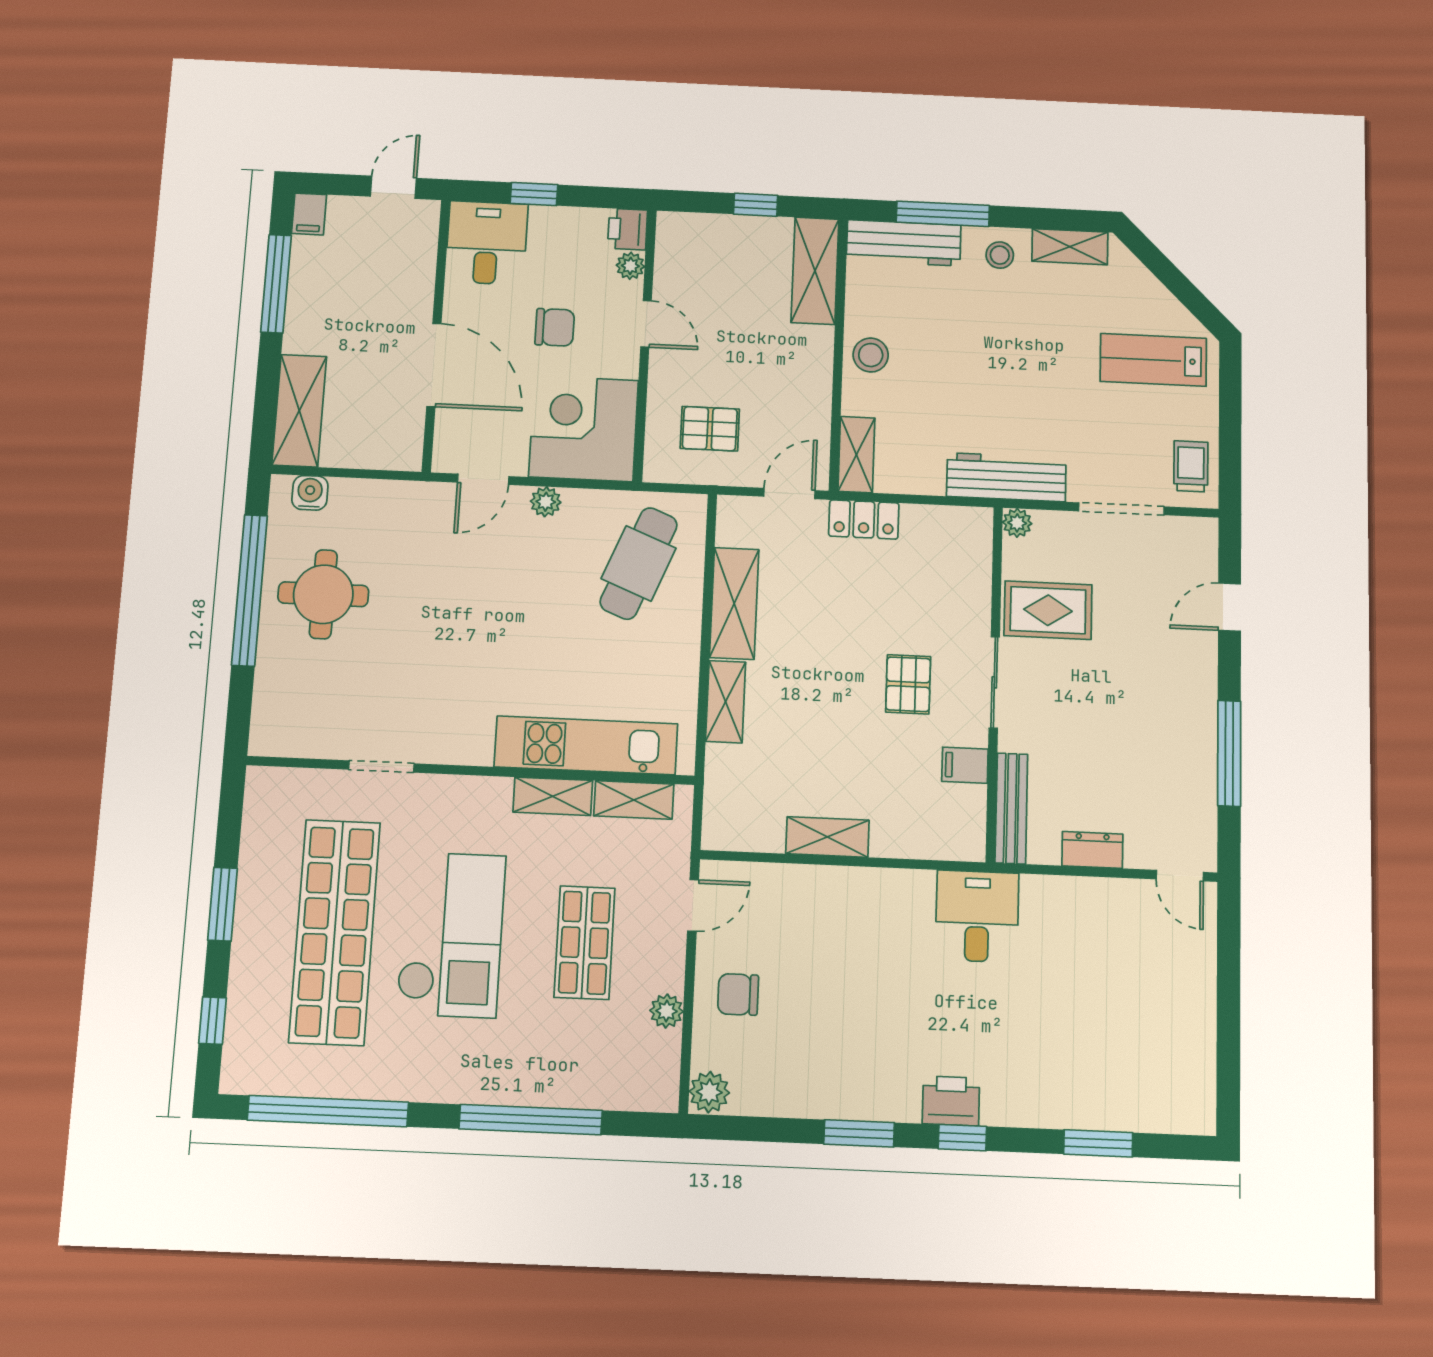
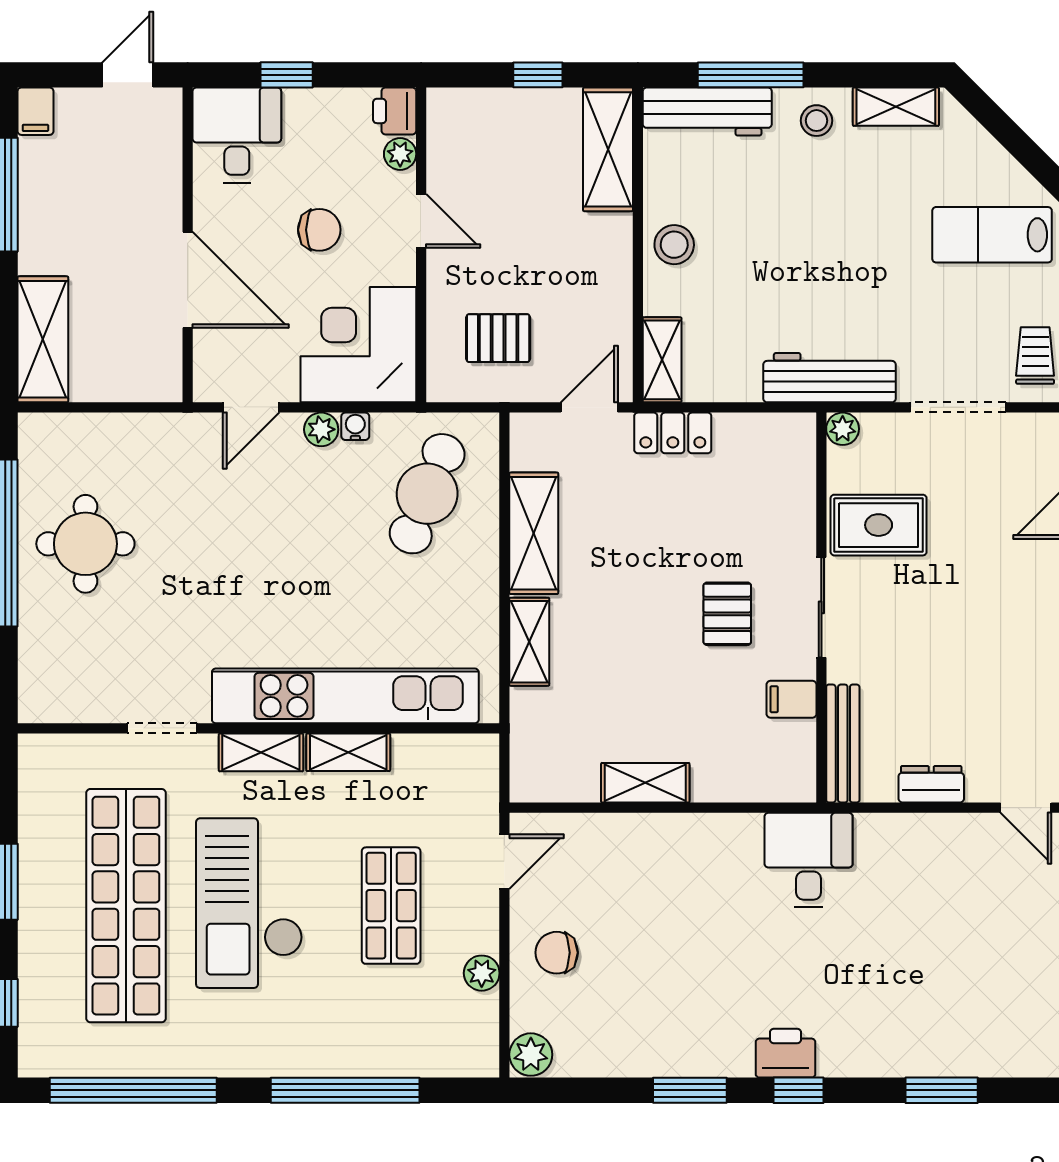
water cooler: (310, 493) -> (355, 426), moved, width x0.72, depth x0.72
kitchen unit: (586, 745) -> (345, 696), width x1.36
shelving: (634, 800) -> (261, 752), moved
checkout: (451, 935) -> (249, 903), turned 180

